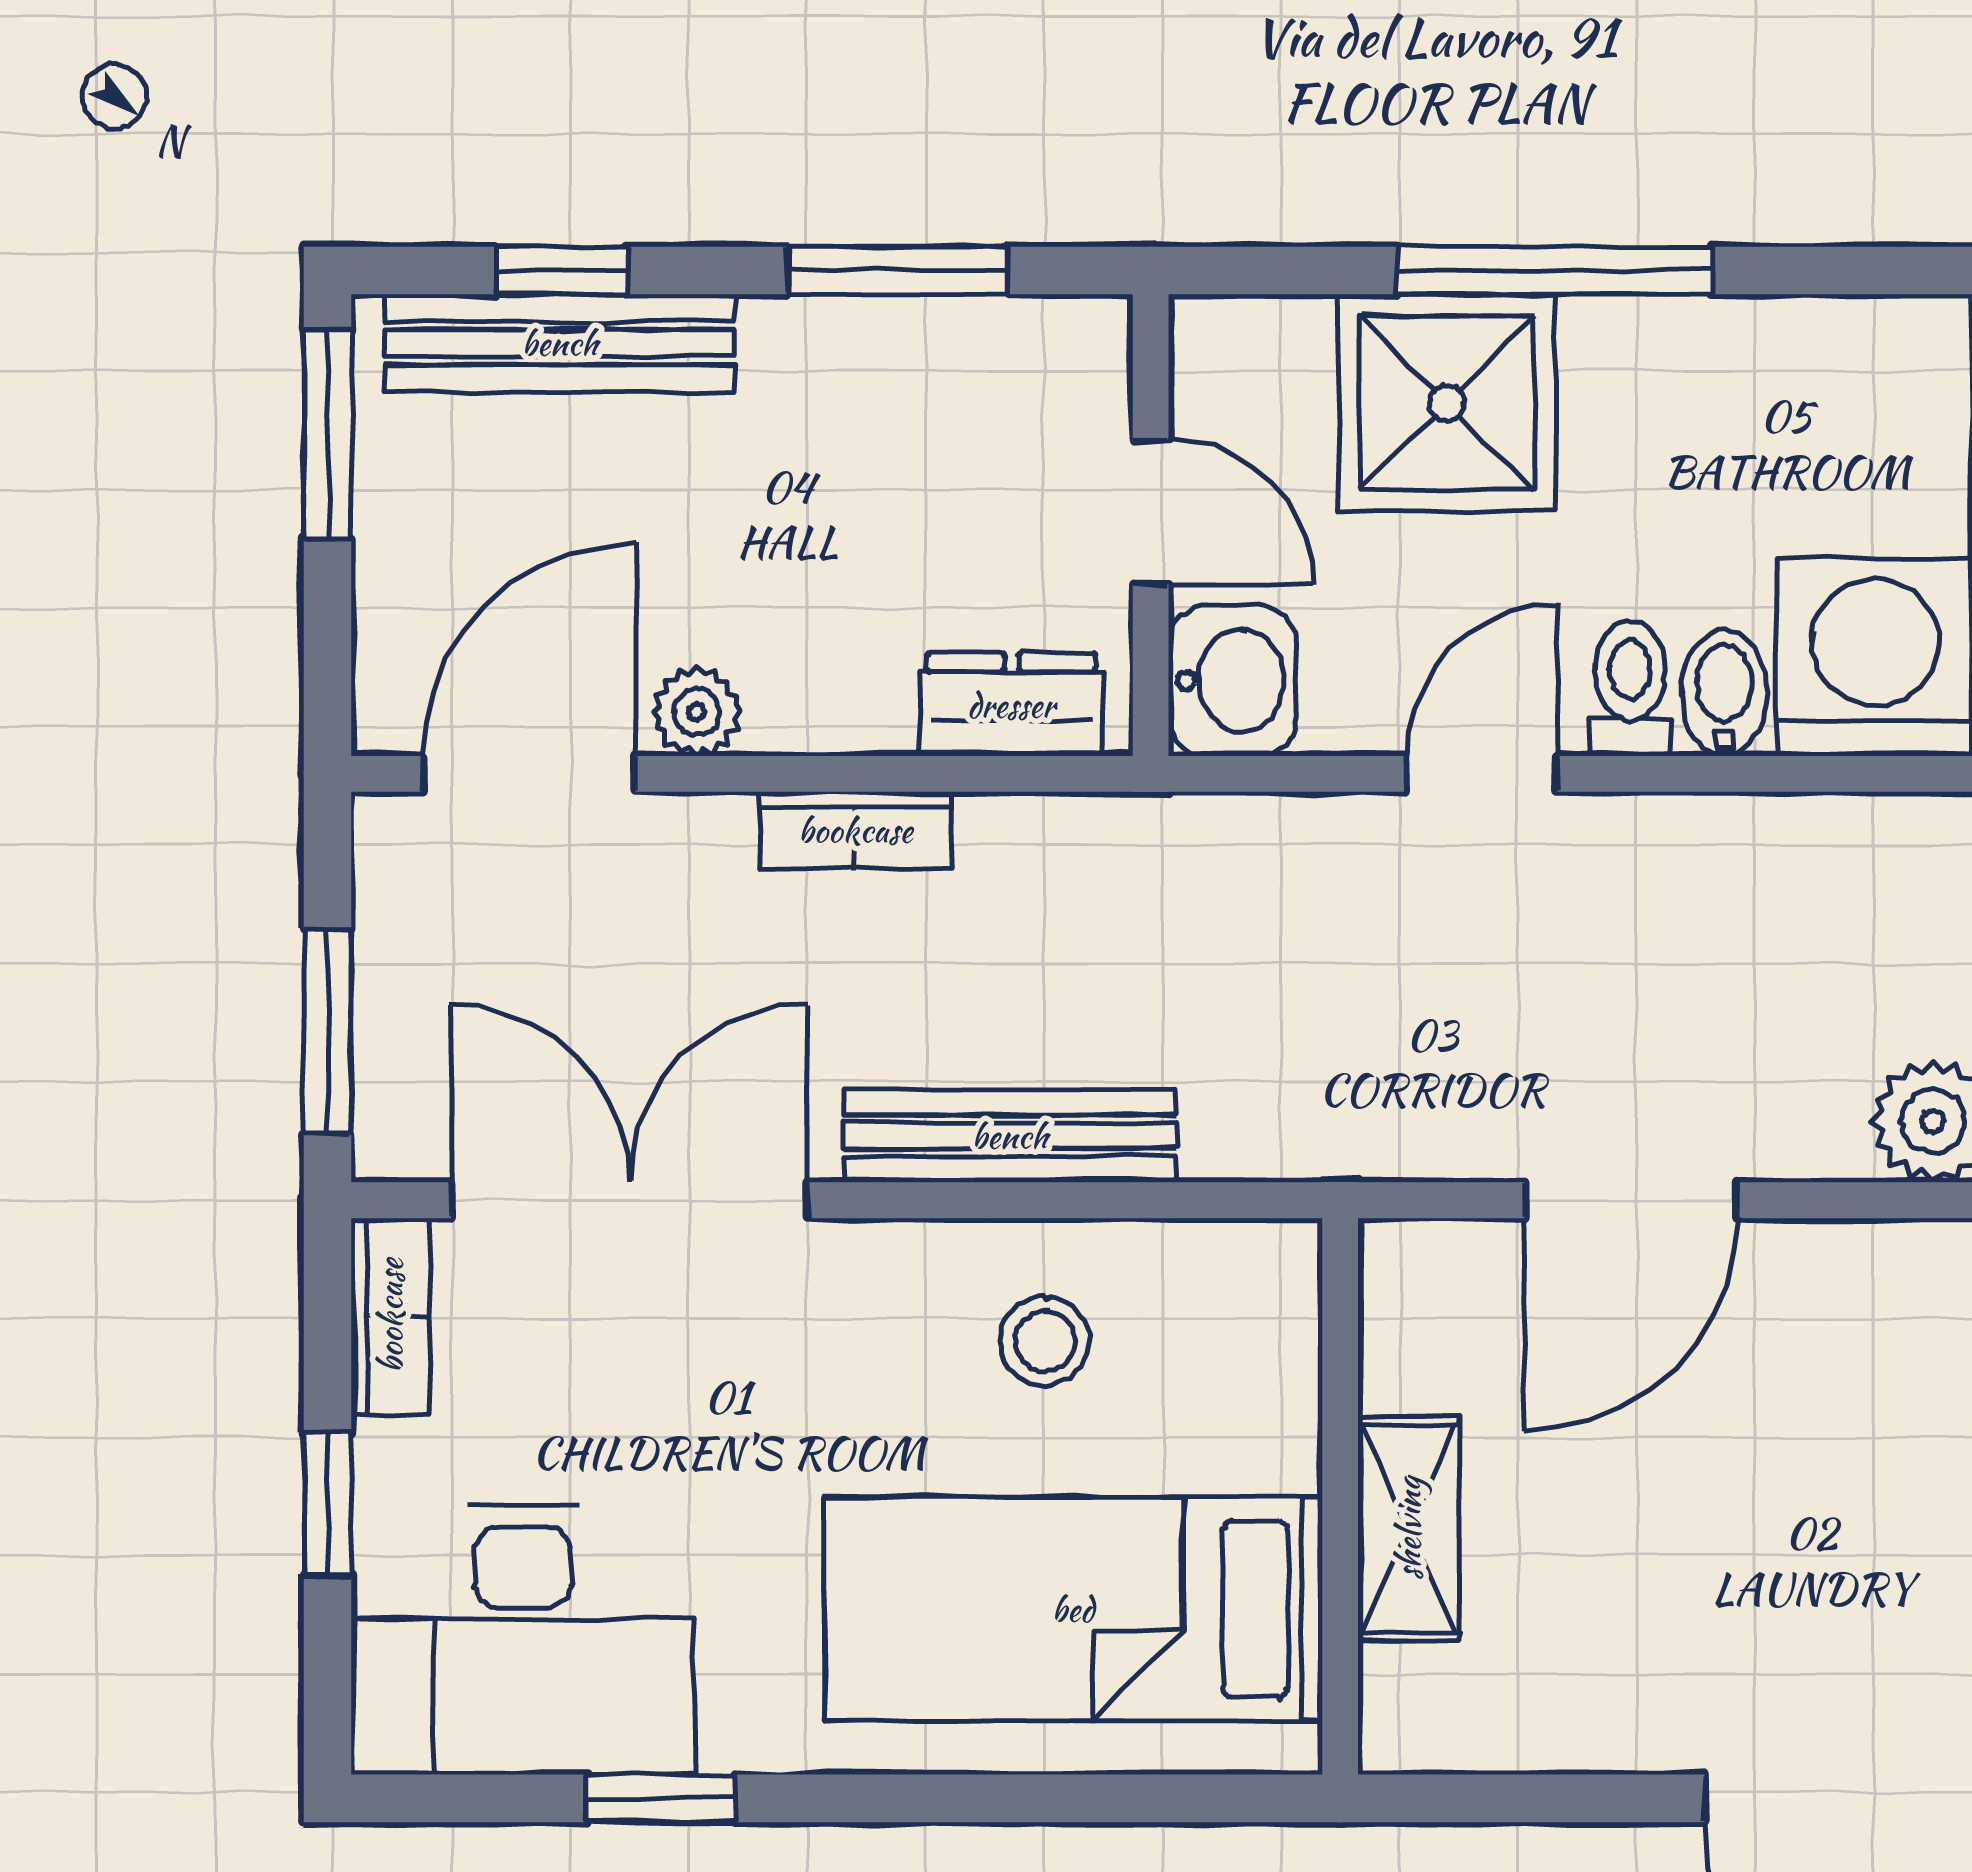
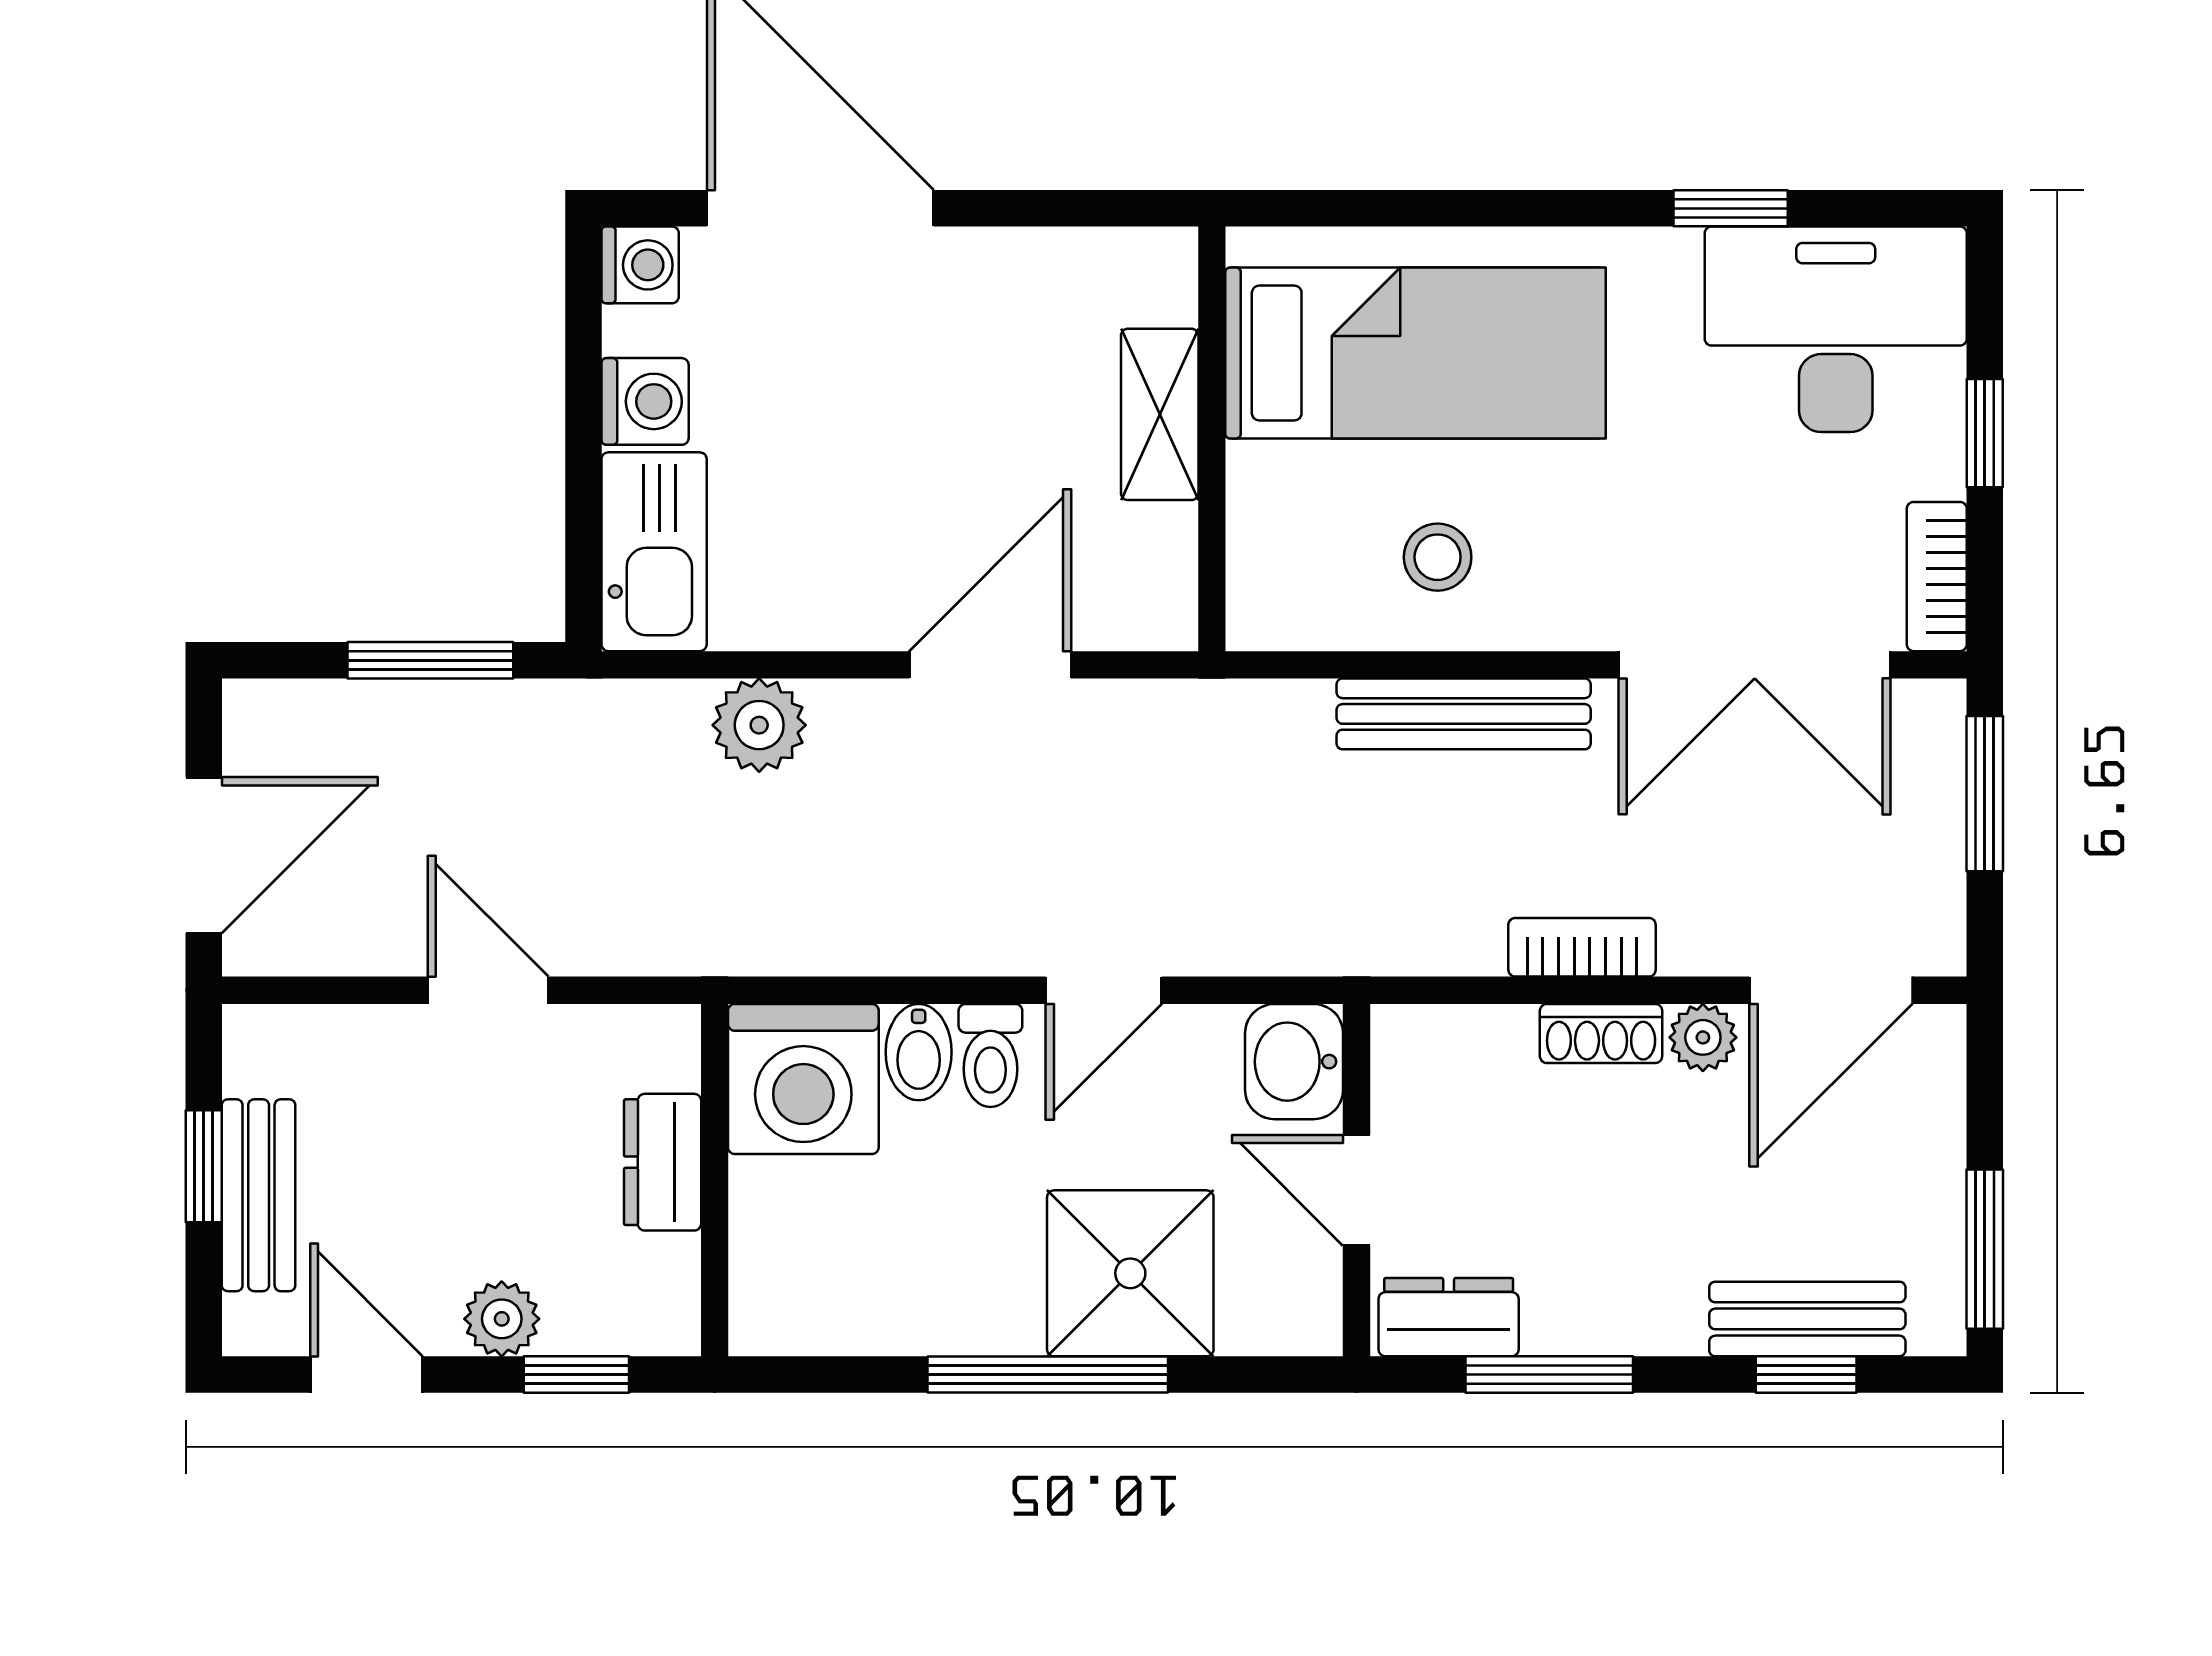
bench: (560, 343) -> (1807, 1319), width x0.73
dresser: (1011, 705) -> (1449, 1317), moved, turned 180
shoe rack: (830, 717) -> (1601, 1033), added

